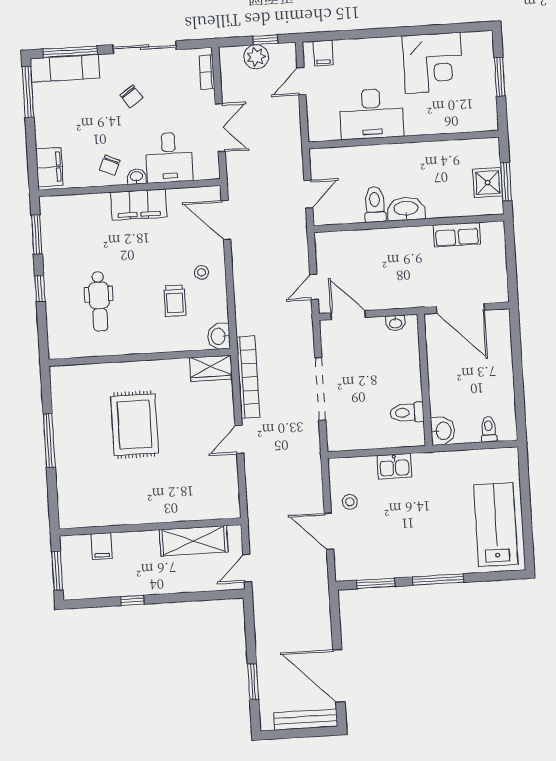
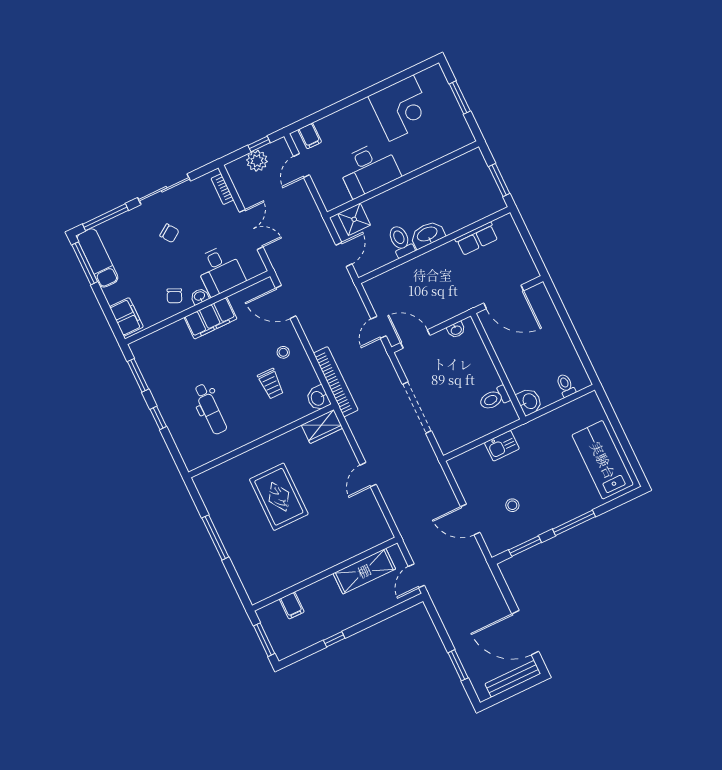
exam couch: (65, 68) -> (98, 258), moved, turned -90
shower: (488, 183) -> (354, 219), moved
bookcase: (248, 377) -> (336, 382), moved
stool: (350, 502) -> (512, 505), moved

